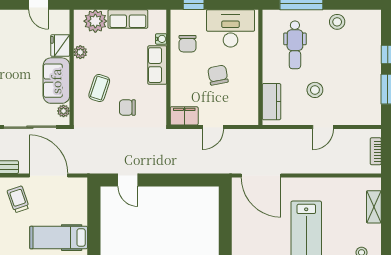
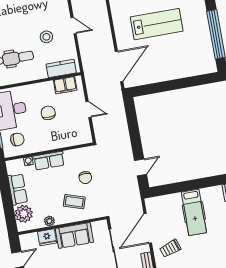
chair: (188, 44) -> (17, 139), moved
chair: (218, 75) -> (48, 113), turned 101
plant: (63, 111) -> (97, 226), removed
filing cabinet: (184, 116) -> (65, 85), moved, turned -90

